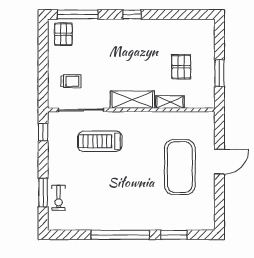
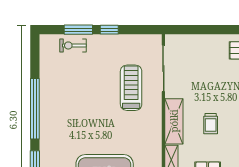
trolley: (71, 81) -> (211, 124), moved
window: (43, 132) -> (109, 30), moved

